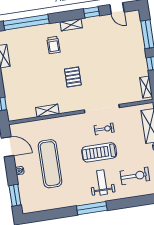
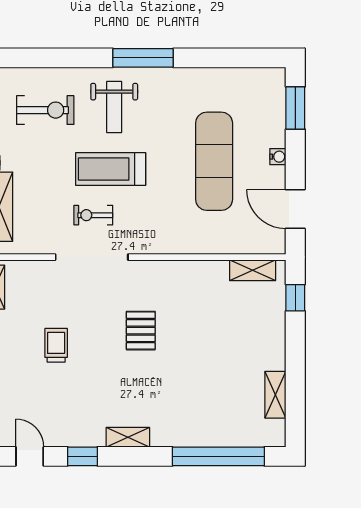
trolley: (53, 45) -> (56, 345), moved
shelving: (47, 111) -> (253, 270), moved
treadmill: (99, 152) -> (111, 169), turned 180
exercise bike: (135, 176) -> (45, 110), turned 180

